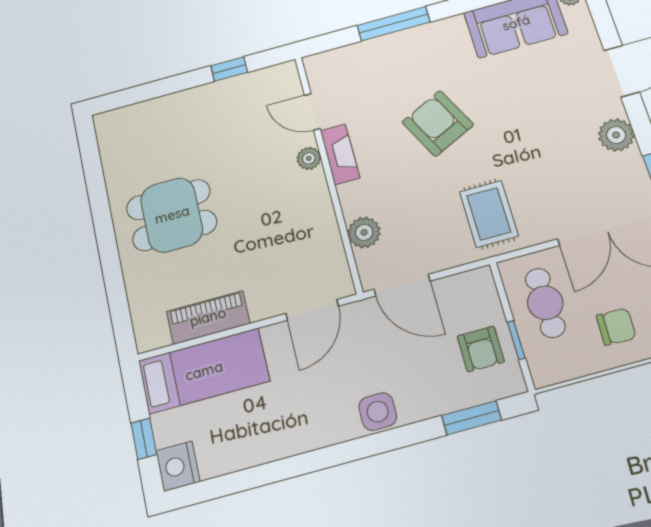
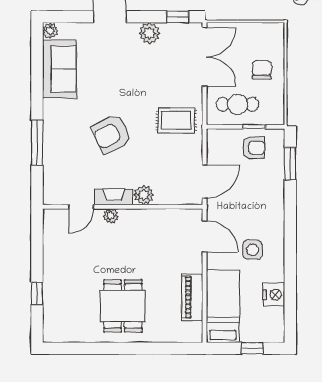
window: (229, 69) -> (37, 293), moved
plant: (364, 232) -> (144, 195), moved
side table: (378, 412) -> (253, 250), moved
nightstand: (178, 466) -> (274, 295), moved, turned -90

